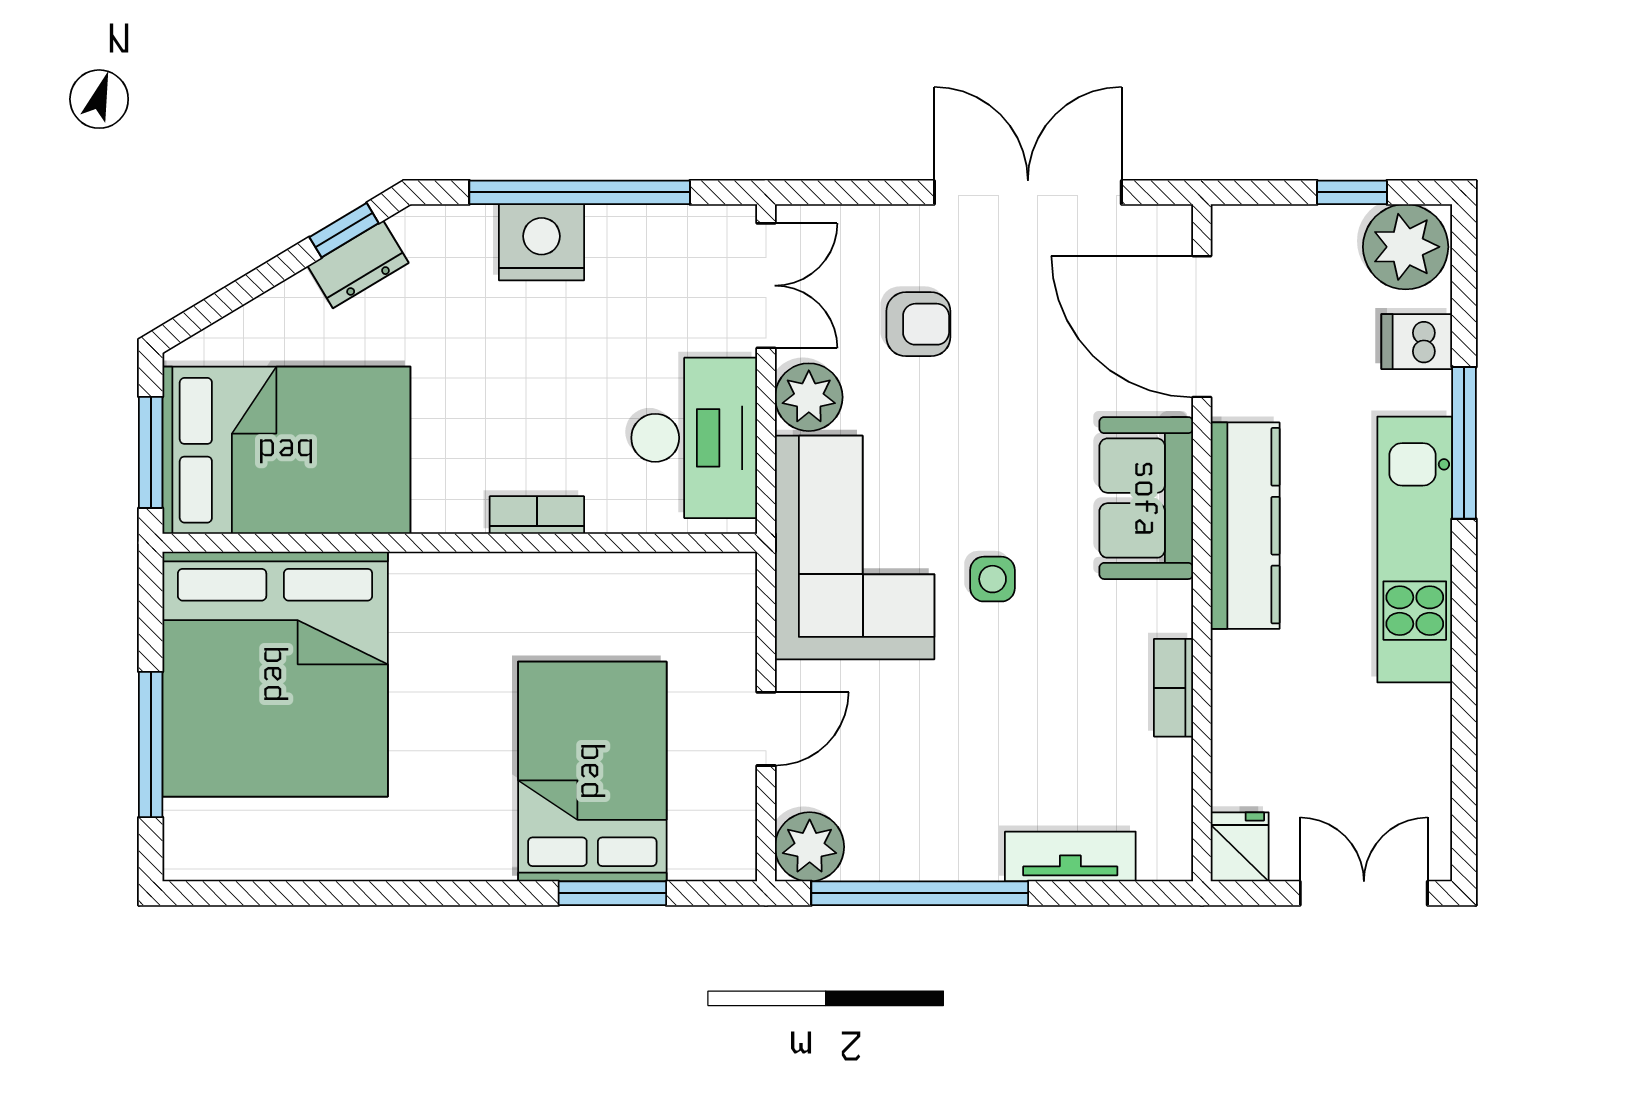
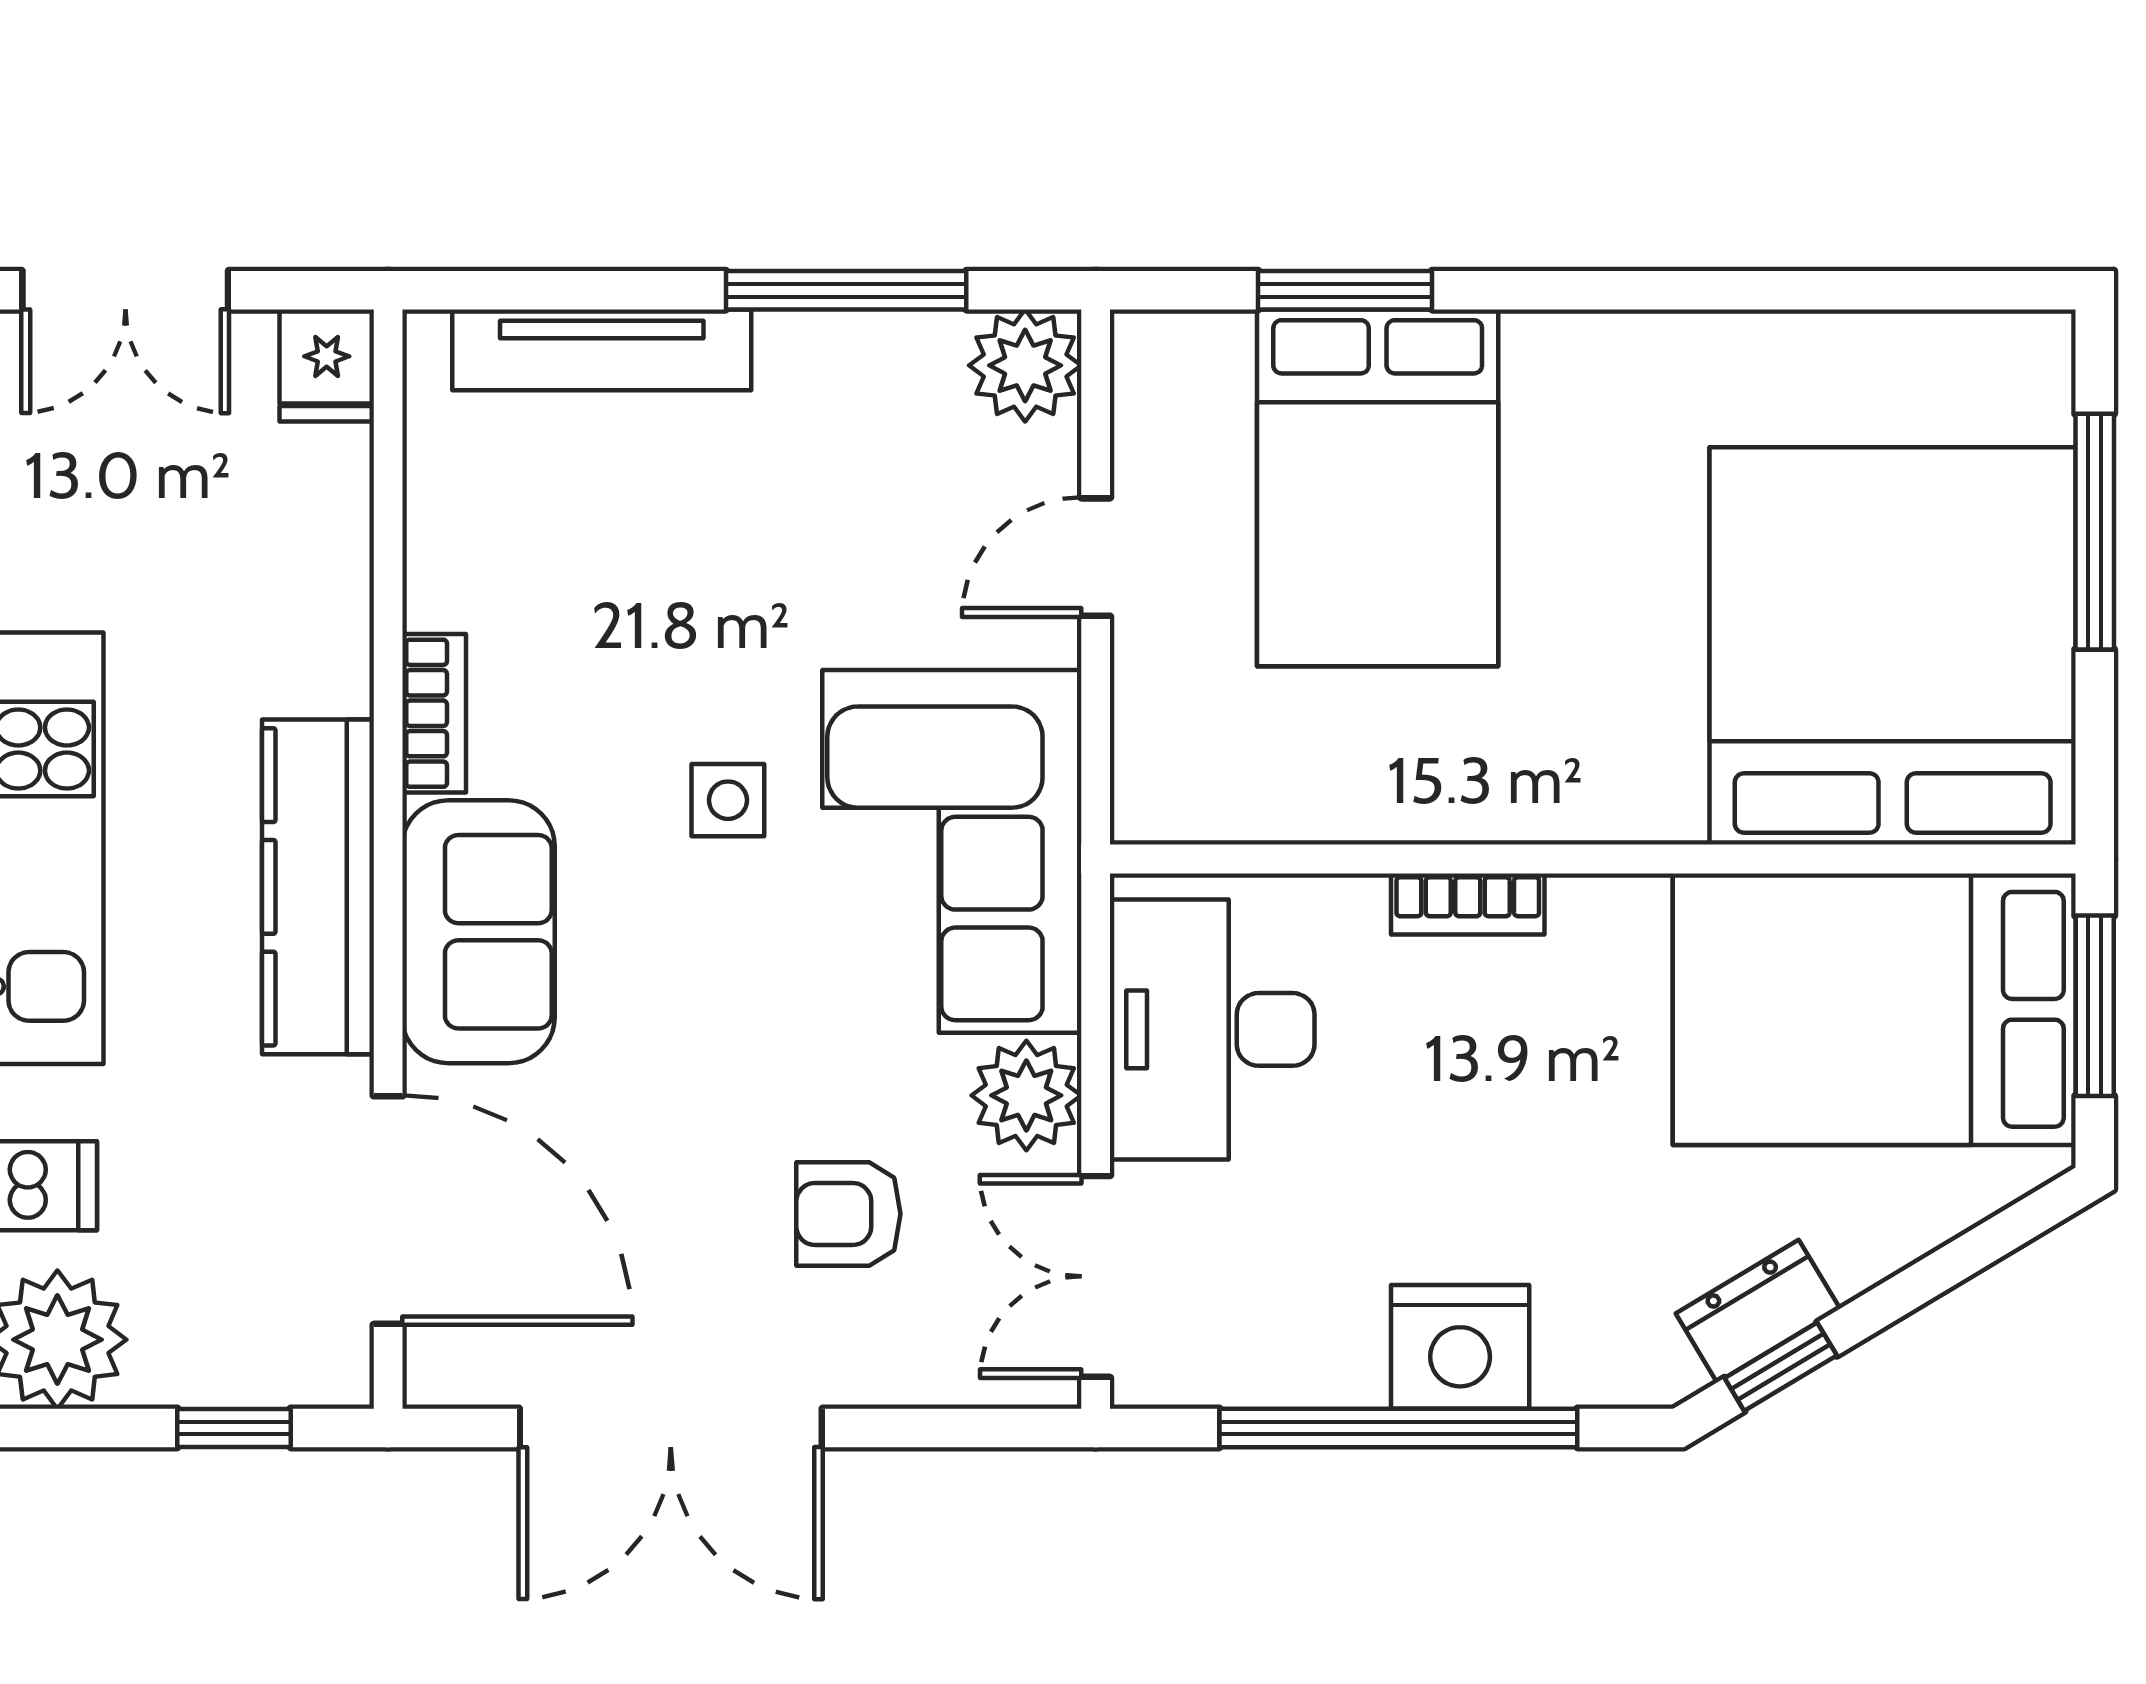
window: (1352, 192) -> (234, 1428), moved
bookcase: (1174, 688) -> (434, 713), moved
tv unit: (1070, 856) -> (602, 350), width x1.41
window: (920, 893) -> (846, 290), width x0.68

